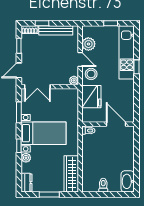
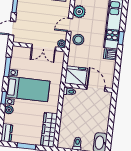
door: (80, 59) -> (70, 25), swing flipped
dishwasher: (127, 86) -> (110, 54), added
double door: (37, 87) -> (44, 47), moved
fridge: (91, 97) -> (76, 76), moved, turned -90

